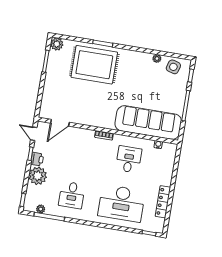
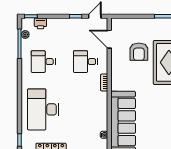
armchair: (78, 94) -> (139, 52), added
printer: (37, 159) -> (40, 23), moved
desk: (129, 159) -> (85, 62), moved, turned 180
plant: (38, 176) -> (56, 27), removed

